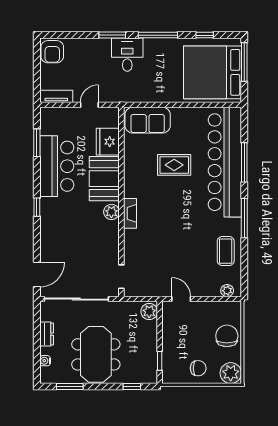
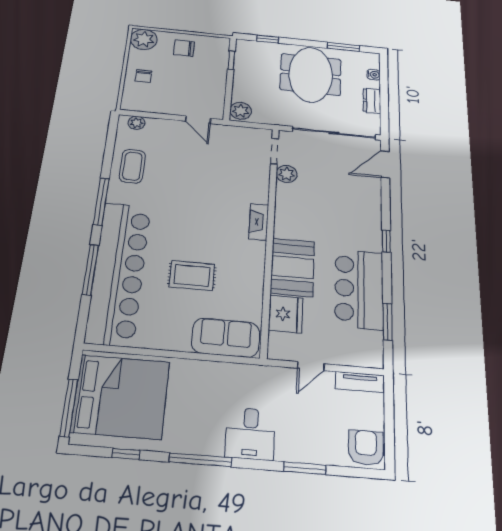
window: (112, 35) -> (305, 468), moved
plant: (111, 212) -> (287, 174), moved
chair: (227, 336) -> (143, 76), width x0.54, depth x0.54

